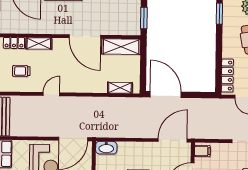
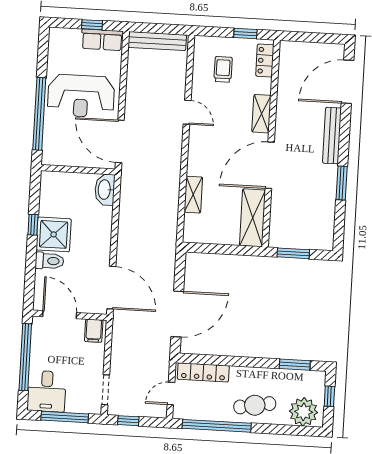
shelving: (39, 44) -> (261, 114), moved
shelving: (120, 88) -> (193, 195), moved
door: (166, 95) -> (177, 314), moved

